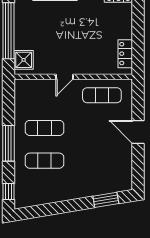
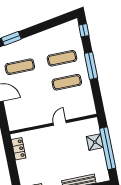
shower: (24, 60) -> (95, 142), moved
exercise mat: (102, 95) -> (20, 67), moved

